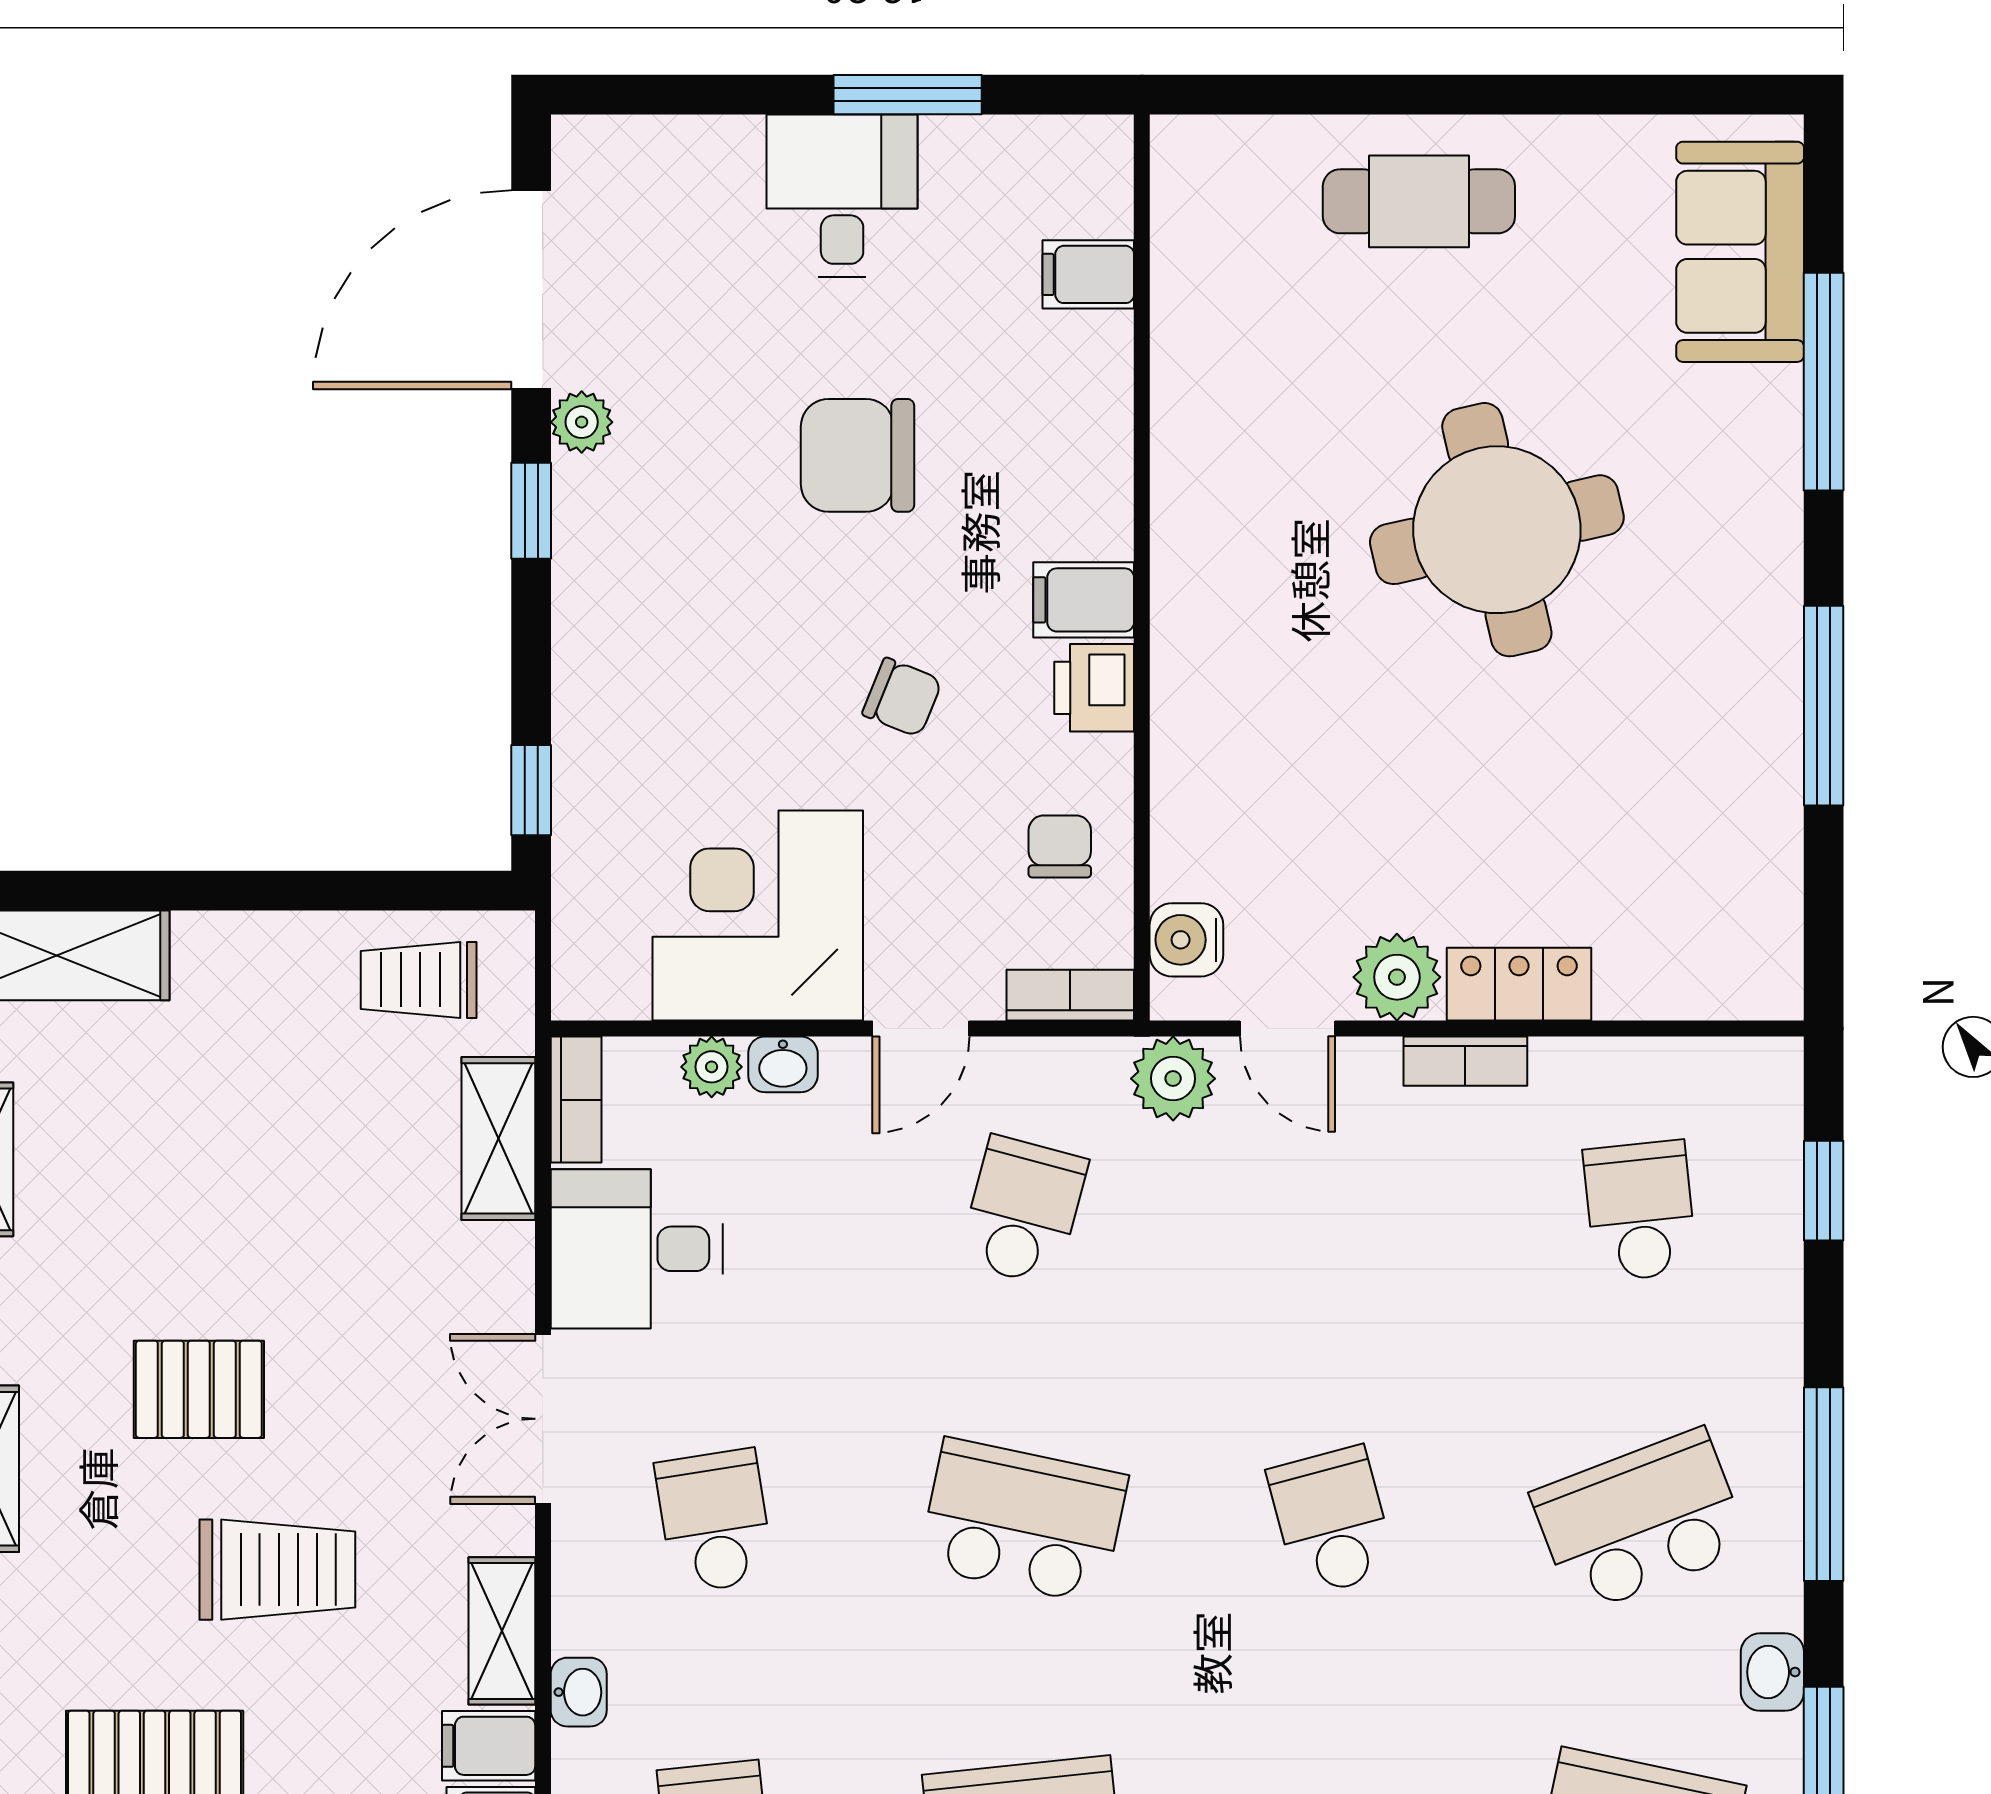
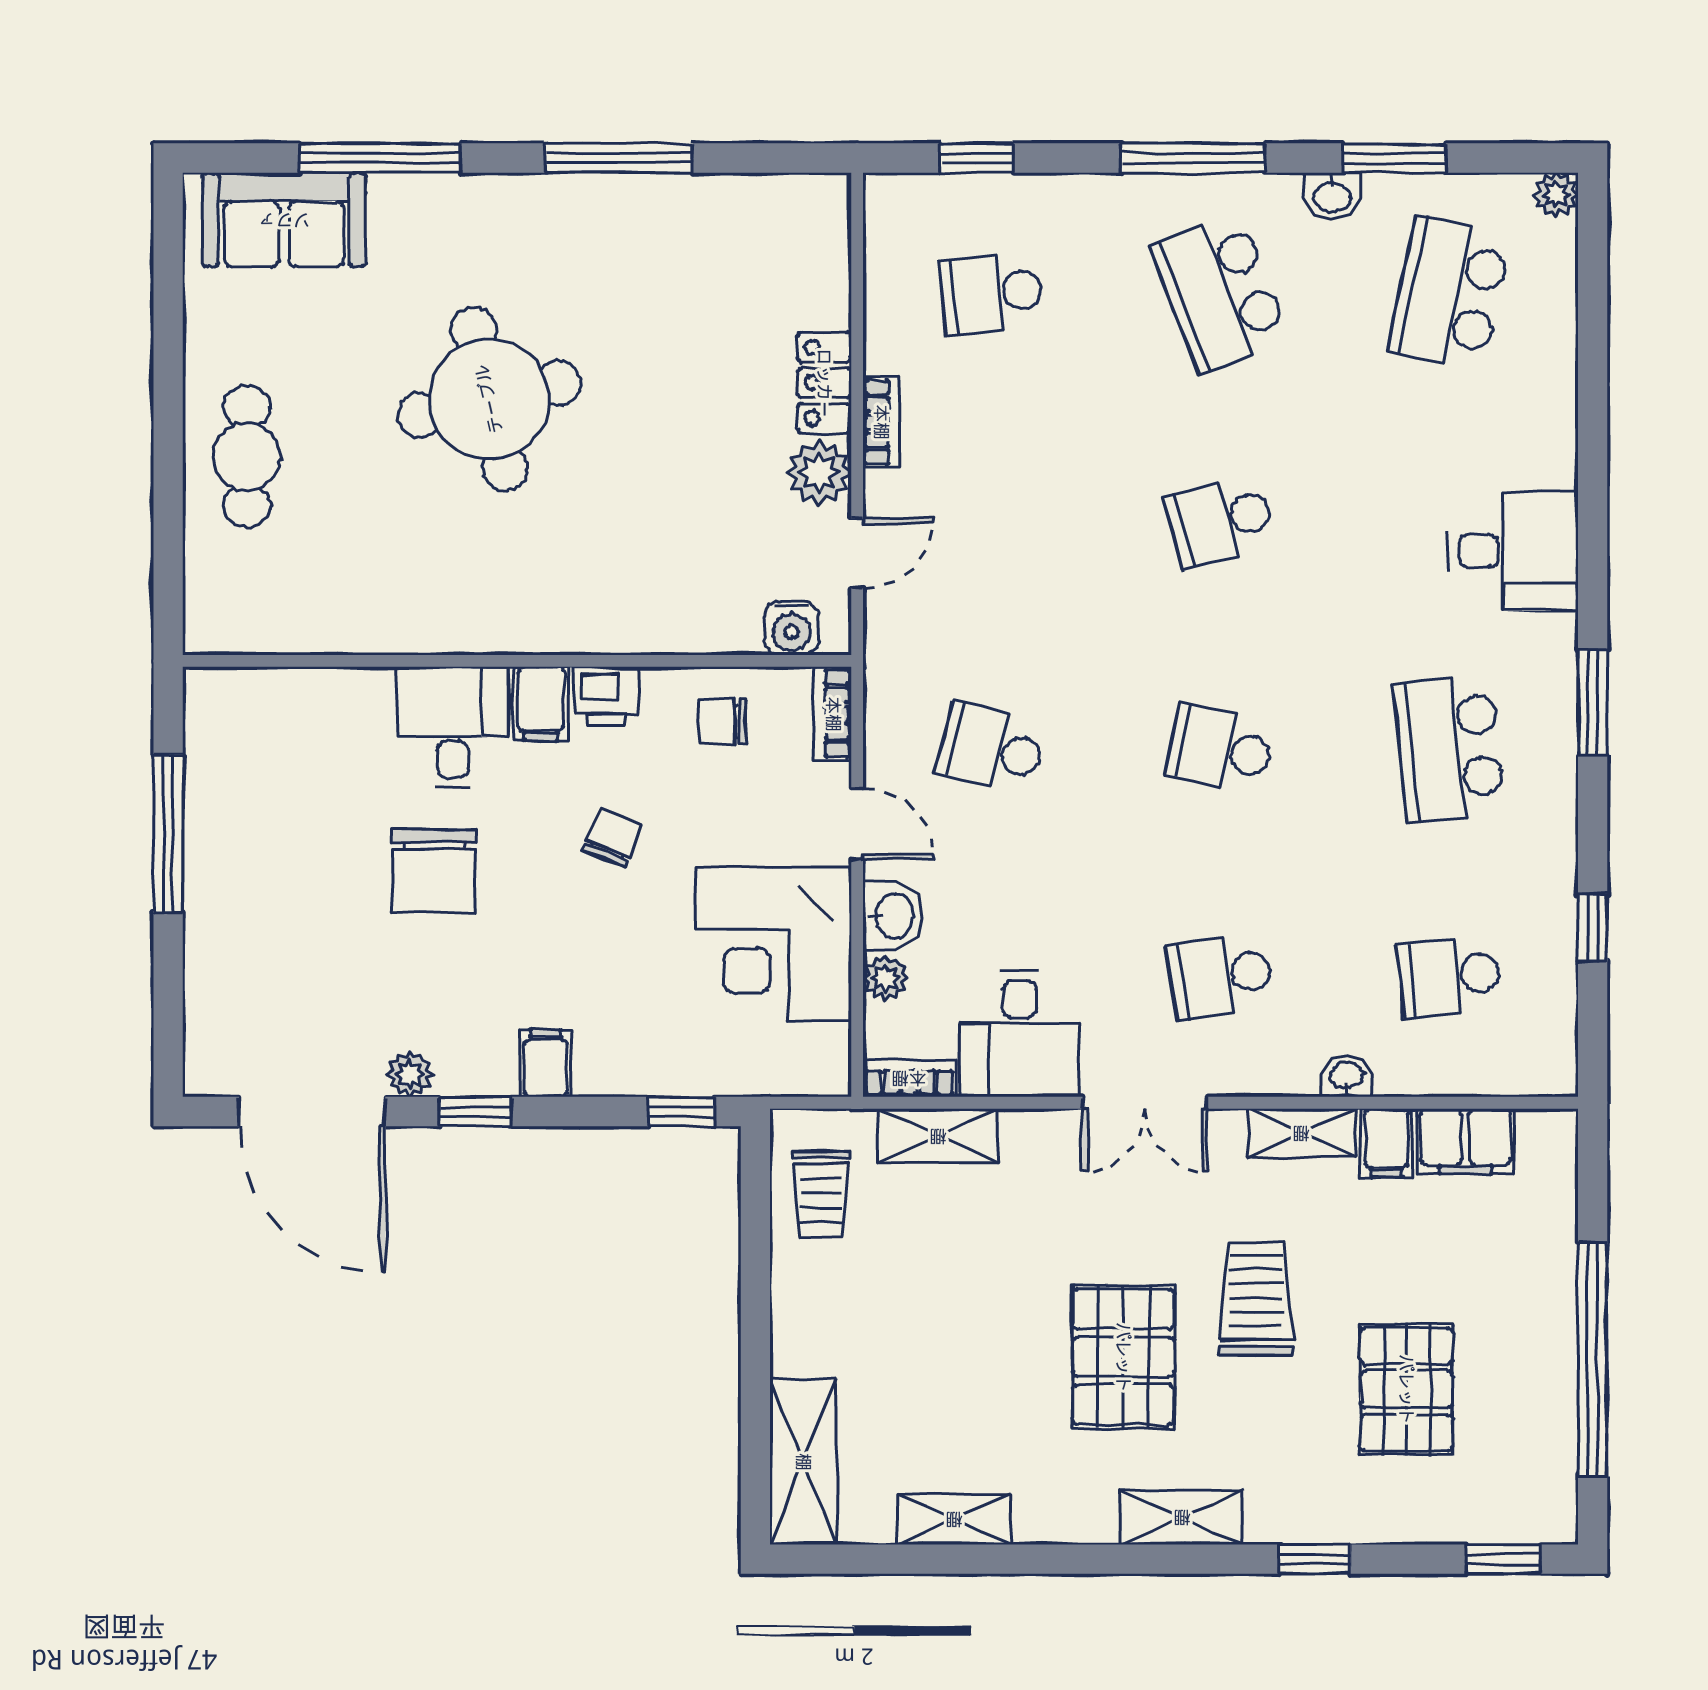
window: (908, 95) -> (168, 834), width x1.44
desk: (842, 196) -> (453, 727), moved, turned 90
filing cabinet: (1088, 274) -> (546, 1063), moved, turned 180
washbasin: (783, 1064) -> (893, 916), width x1.38, depth x1.45
plant: (1173, 1079) -> (894, 638), removed
pallet: (199, 1389) -> (1123, 1357), width x1.50, depth x1.42
school desk: (1023, 1521) -> (1220, 749), width x0.54

